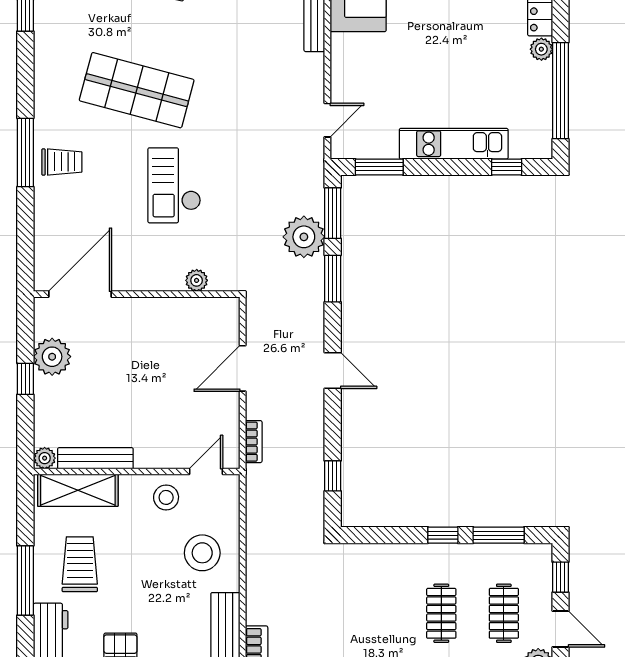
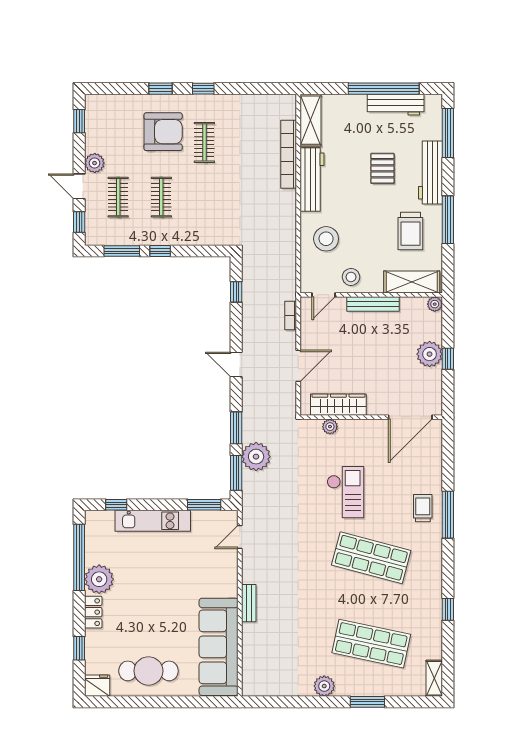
plant: (541, 49) -> (99, 579), width x1.88, depth x1.88
trolley: (62, 162) -> (423, 508), turned 90
wardrobe: (184, 312) -> (338, 405), added
plant: (52, 357) -> (430, 354), moved
bench: (95, 458) -> (373, 304), moved

